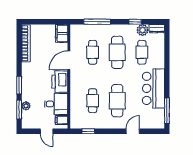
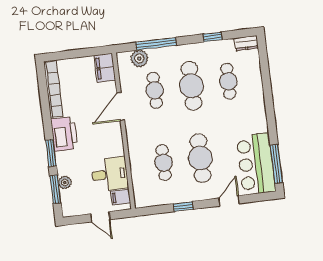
plant: (142, 30) -> (139, 58), moved
printer: (60, 82) -> (64, 134), moved, turned 180
bar counter: (153, 88) -> (256, 164), moved
window: (88, 131) -> (183, 207), moved

